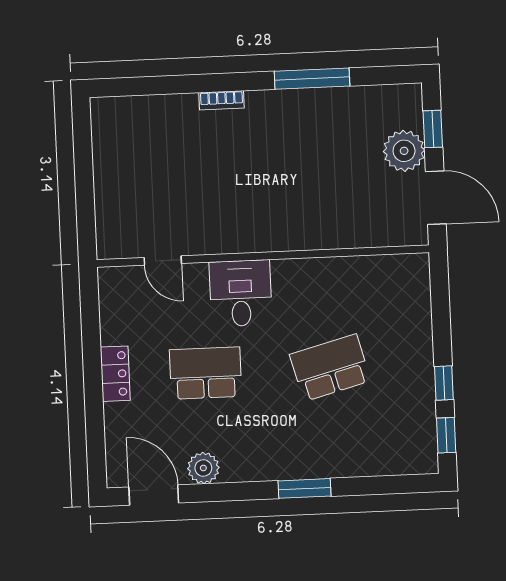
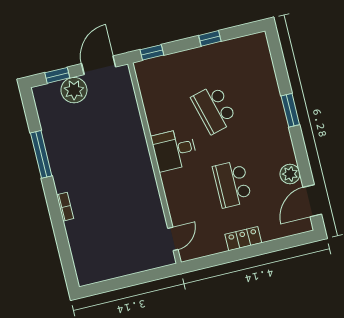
door: (163, 261) -> (173, 239), moved
desk: (241, 293) -> (174, 150), moved
window: (446, 435) -> (152, 52), moved

